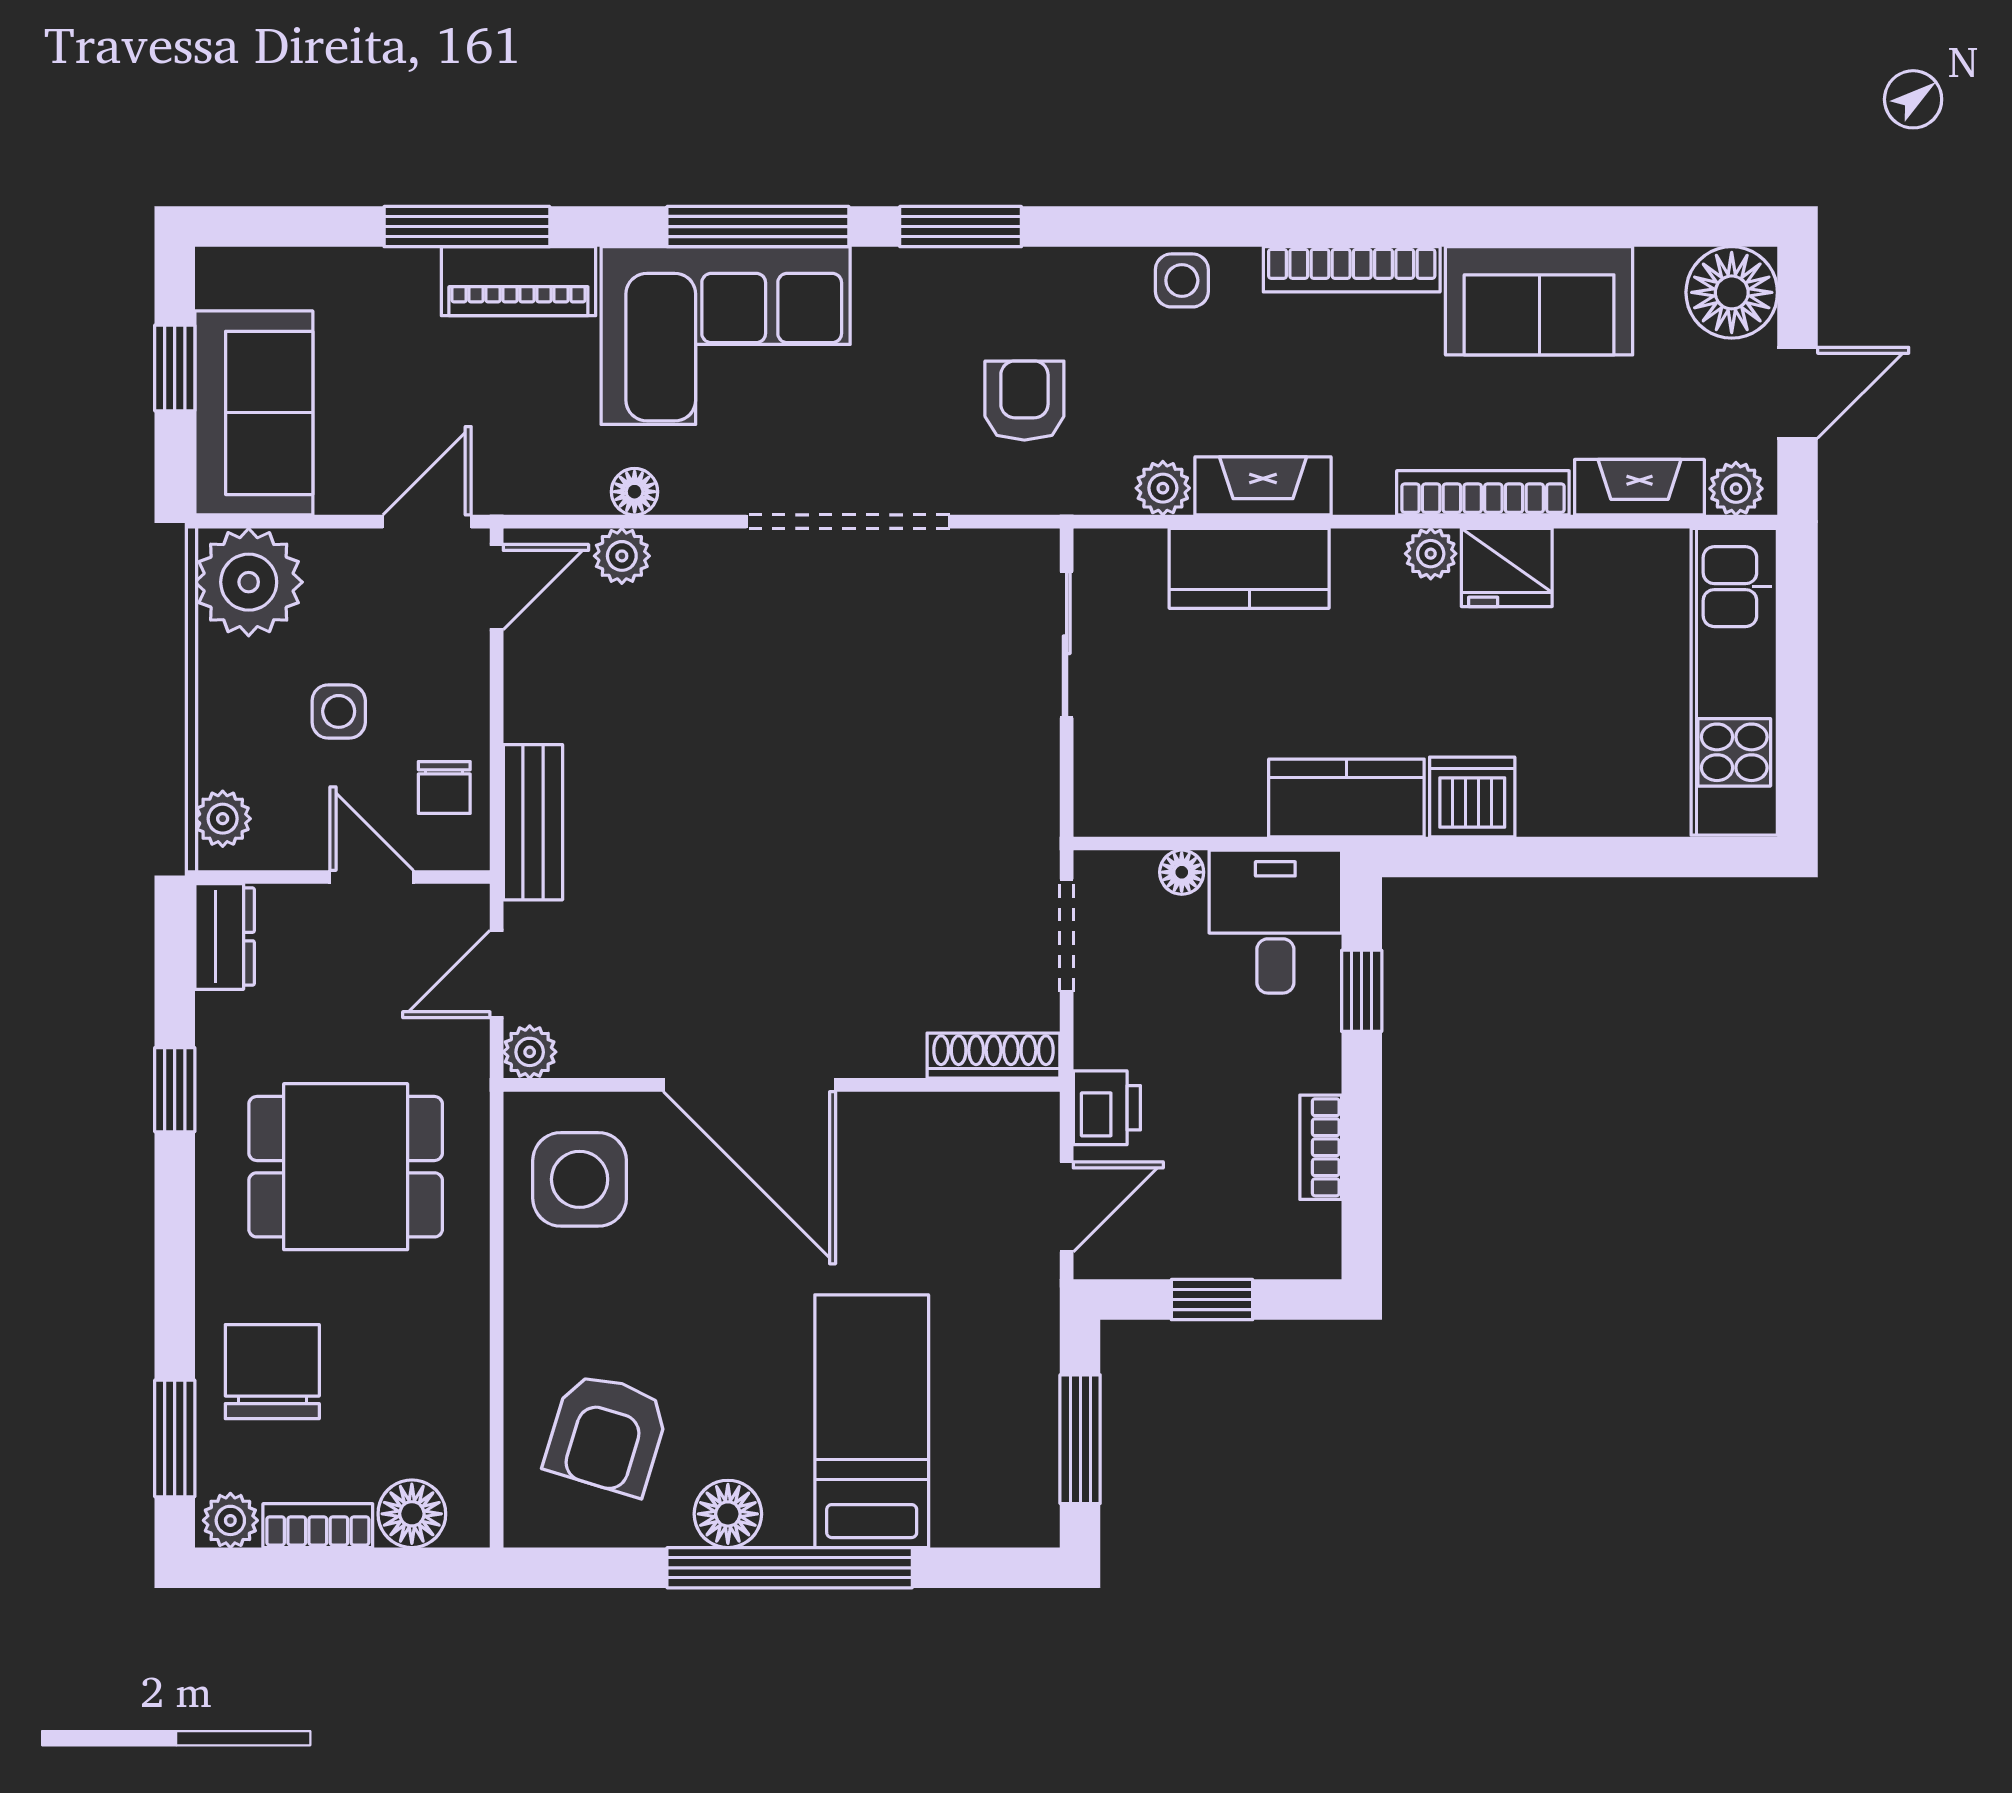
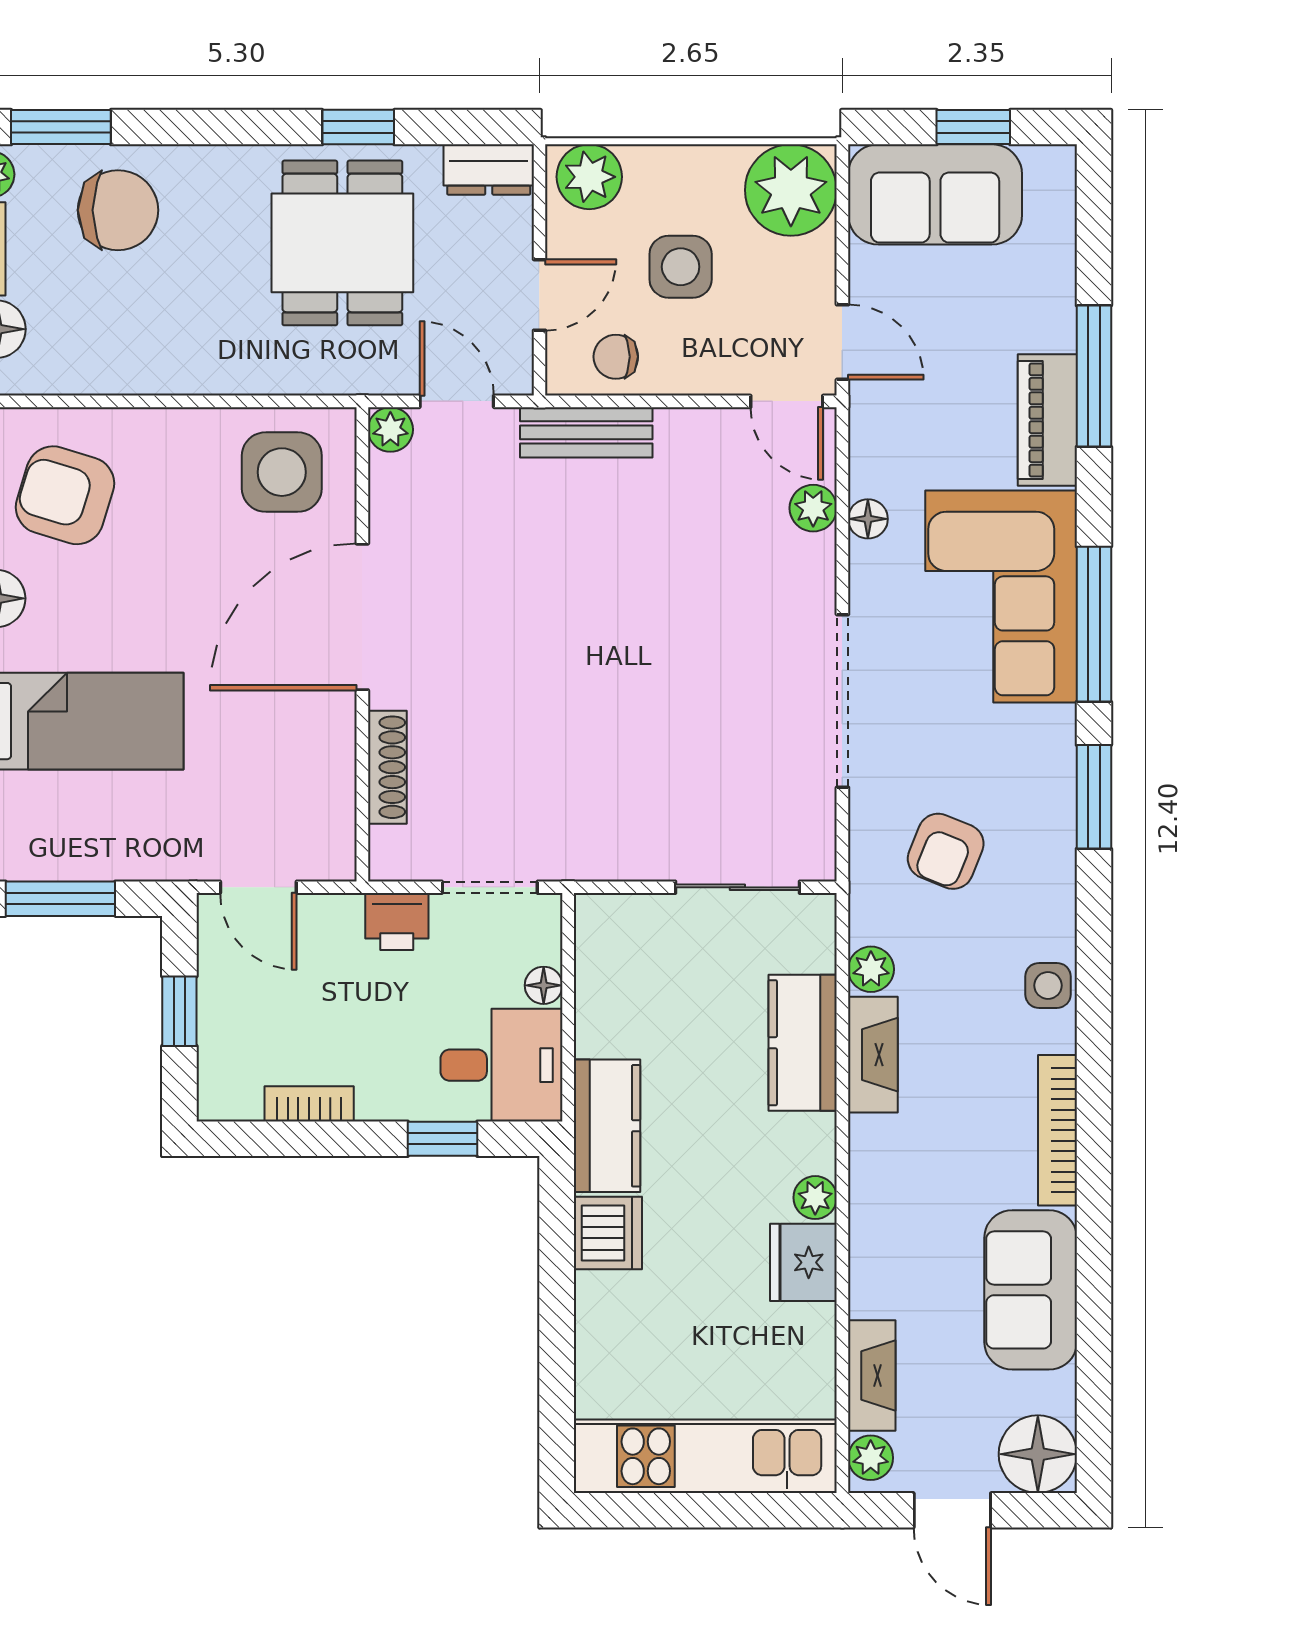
armchair: (1024, 401) -> (946, 851), turned 112
bookcase: (1483, 493) -> (867, 1242), removed
side table: (339, 711) -> (681, 267), width x1.37, depth x1.37
plant: (223, 819) -> (589, 177), width x1.38, depth x1.38
shoe rack: (994, 1056) -> (387, 767), moved
printer: (1107, 1108) -> (397, 922), moved
dining table: (346, 1167) -> (342, 243), moved

